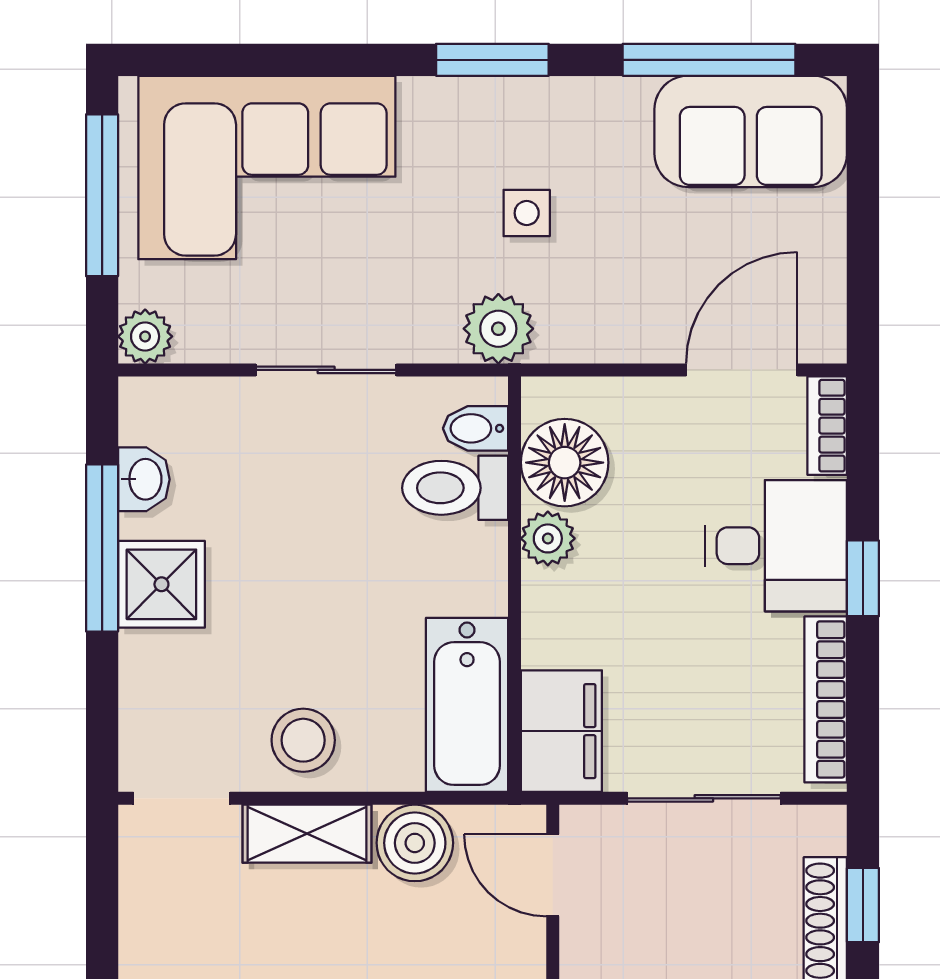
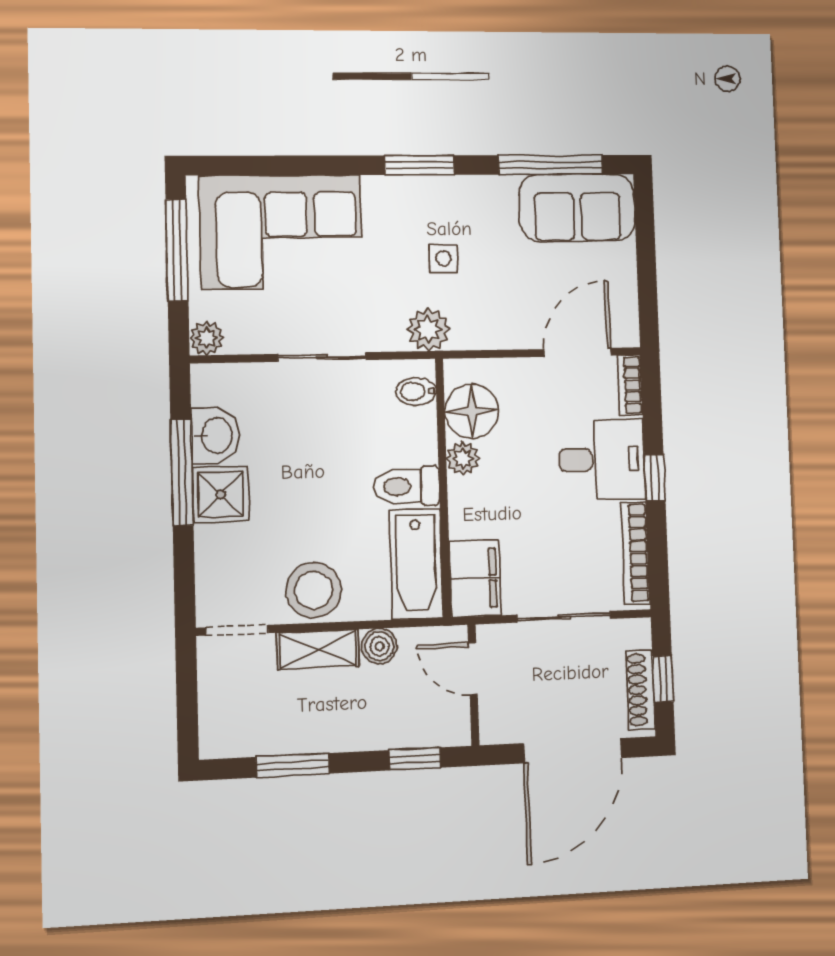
washbasin: (144, 479) -> (215, 436), width x1.38, depth x1.45
toilet: (455, 488) -> (406, 486), moved
stool: (303, 740) -> (314, 590), width x1.38, depth x1.38
boiler: (415, 843) -> (379, 646), width x0.73, depth x0.73

